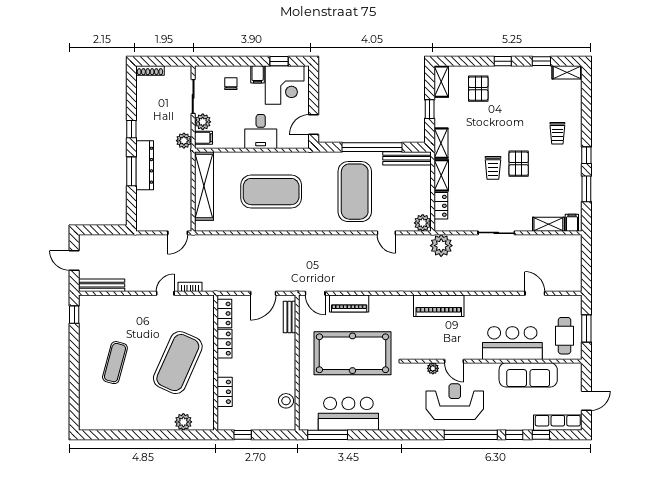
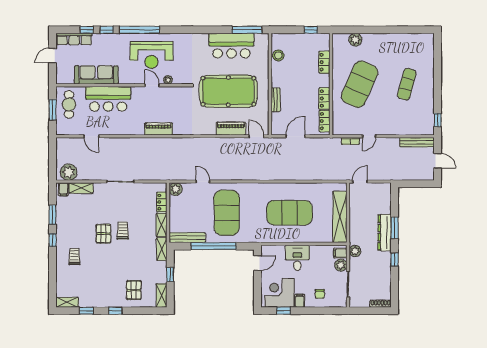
plant: (441, 246) -> (69, 172), moved
piano: (439, 306) -> (158, 129), width x0.73, depth x0.75
bench: (290, 317) -> (276, 100), moved

